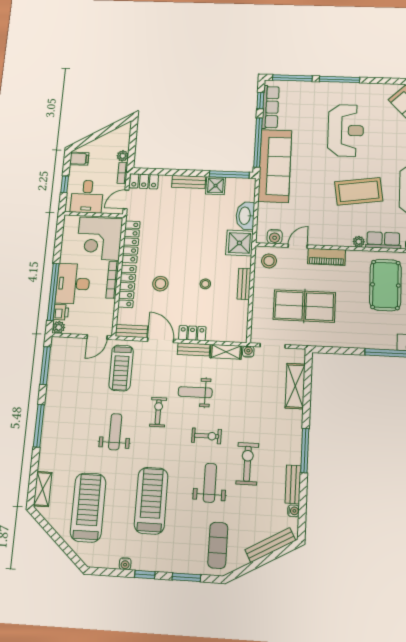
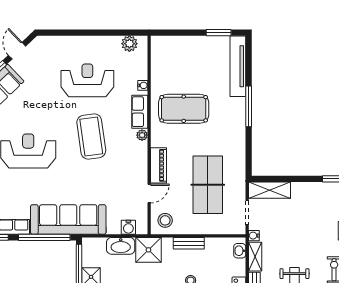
water cooler: (275, 237) -> (128, 227), moved, turned 90
door: (298, 246) -> (149, 193), swing flipped
washbasin: (233, 336) -> (240, 251), added
shelving: (295, 386) -> (269, 190), moved

